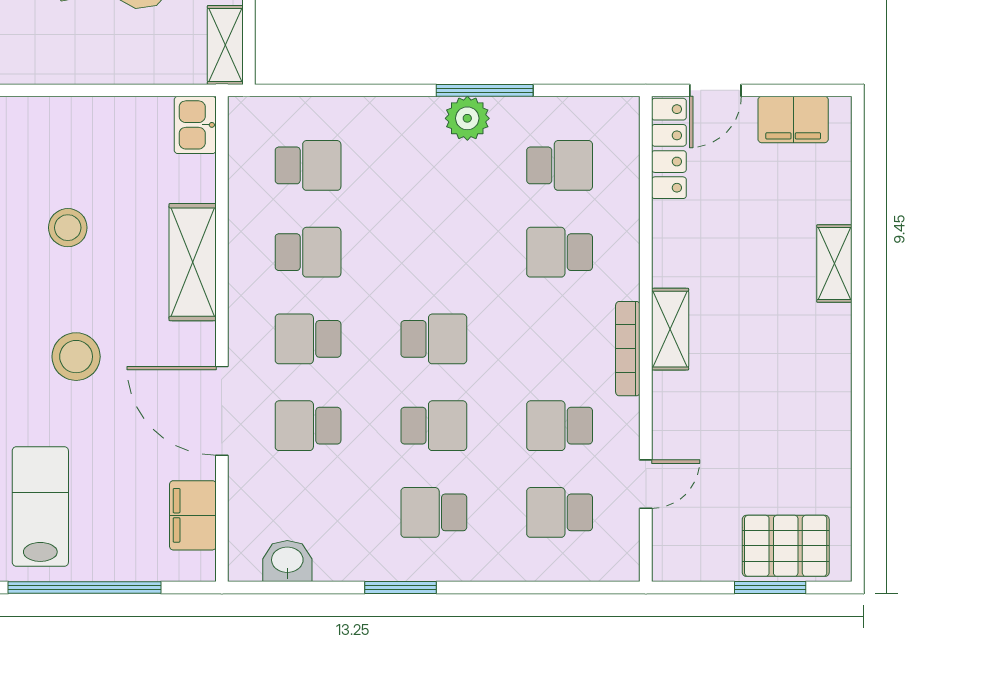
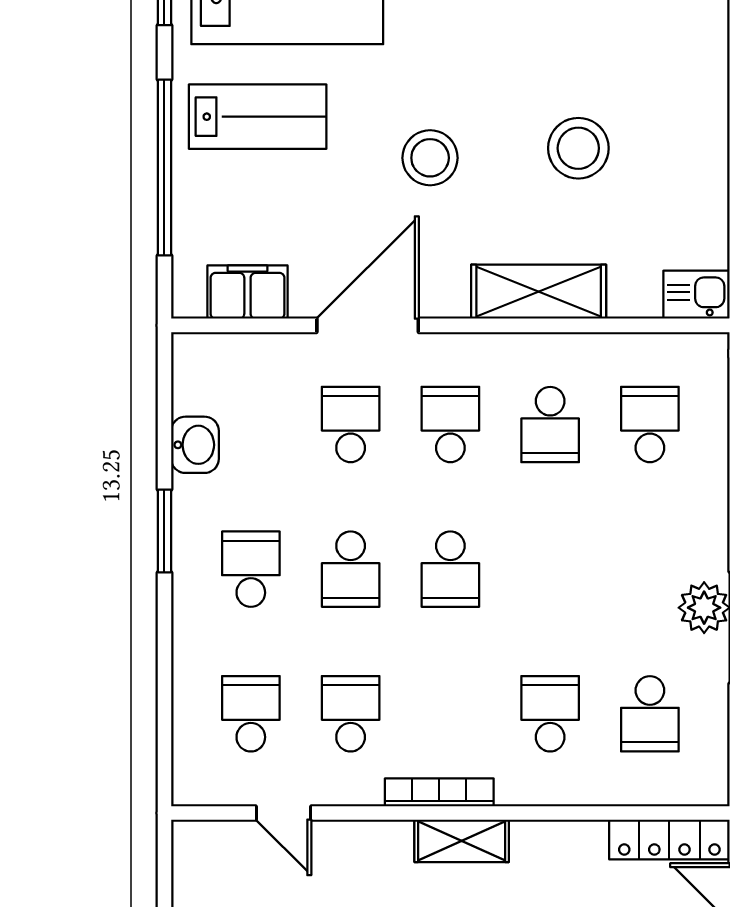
school desk: (308, 165) -> (650, 425), turned 180
stool: (68, 228) -> (578, 148), width x1.38, depth x1.38
washbasin: (287, 561) -> (195, 445), moved

